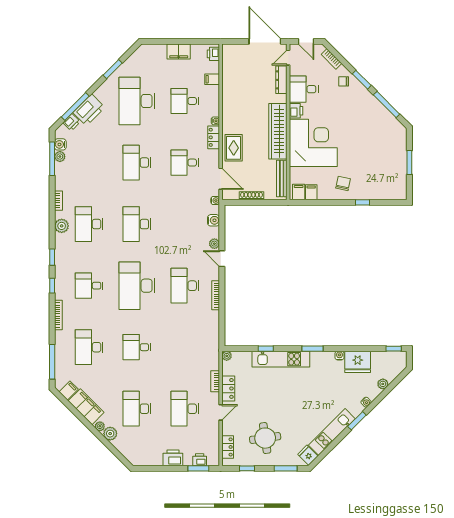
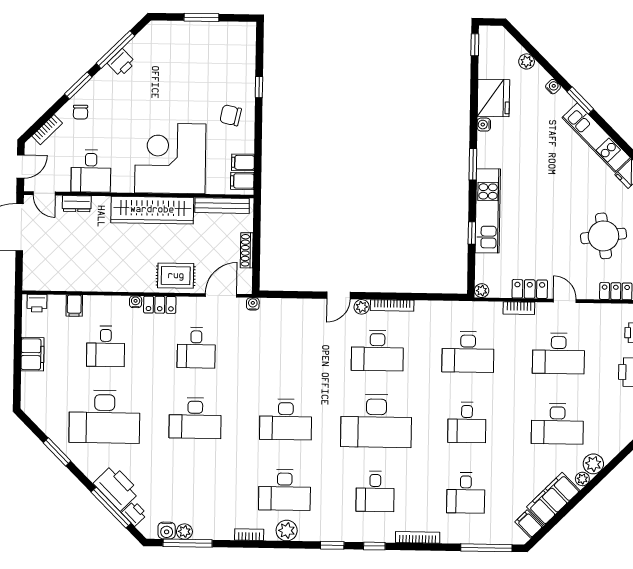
dresser: (281, 80) -> (77, 204), width x0.70
printer: (296, 111) -> (121, 63), moved, turned 135
water cooler: (213, 220) -> (282, 307), removed
plant: (214, 244) -> (362, 307), moved
desk: (89, 347) -> (466, 493), width x0.73
desk: (185, 347) -> (468, 352), added

